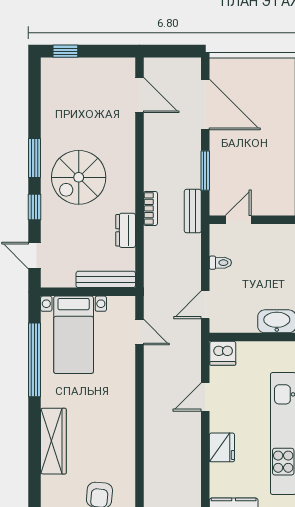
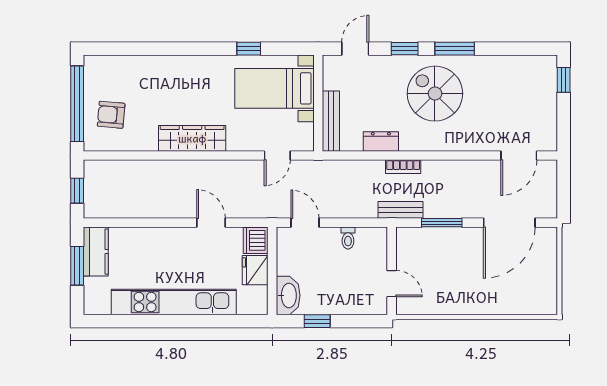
door: (238, 220) -> (392, 284), moved
window: (35, 360) -> (249, 49), width x0.32
wardrobe: (53, 441) -> (192, 138), moved, turned 180
fridge: (222, 447) -> (255, 270), moved, turned 90

